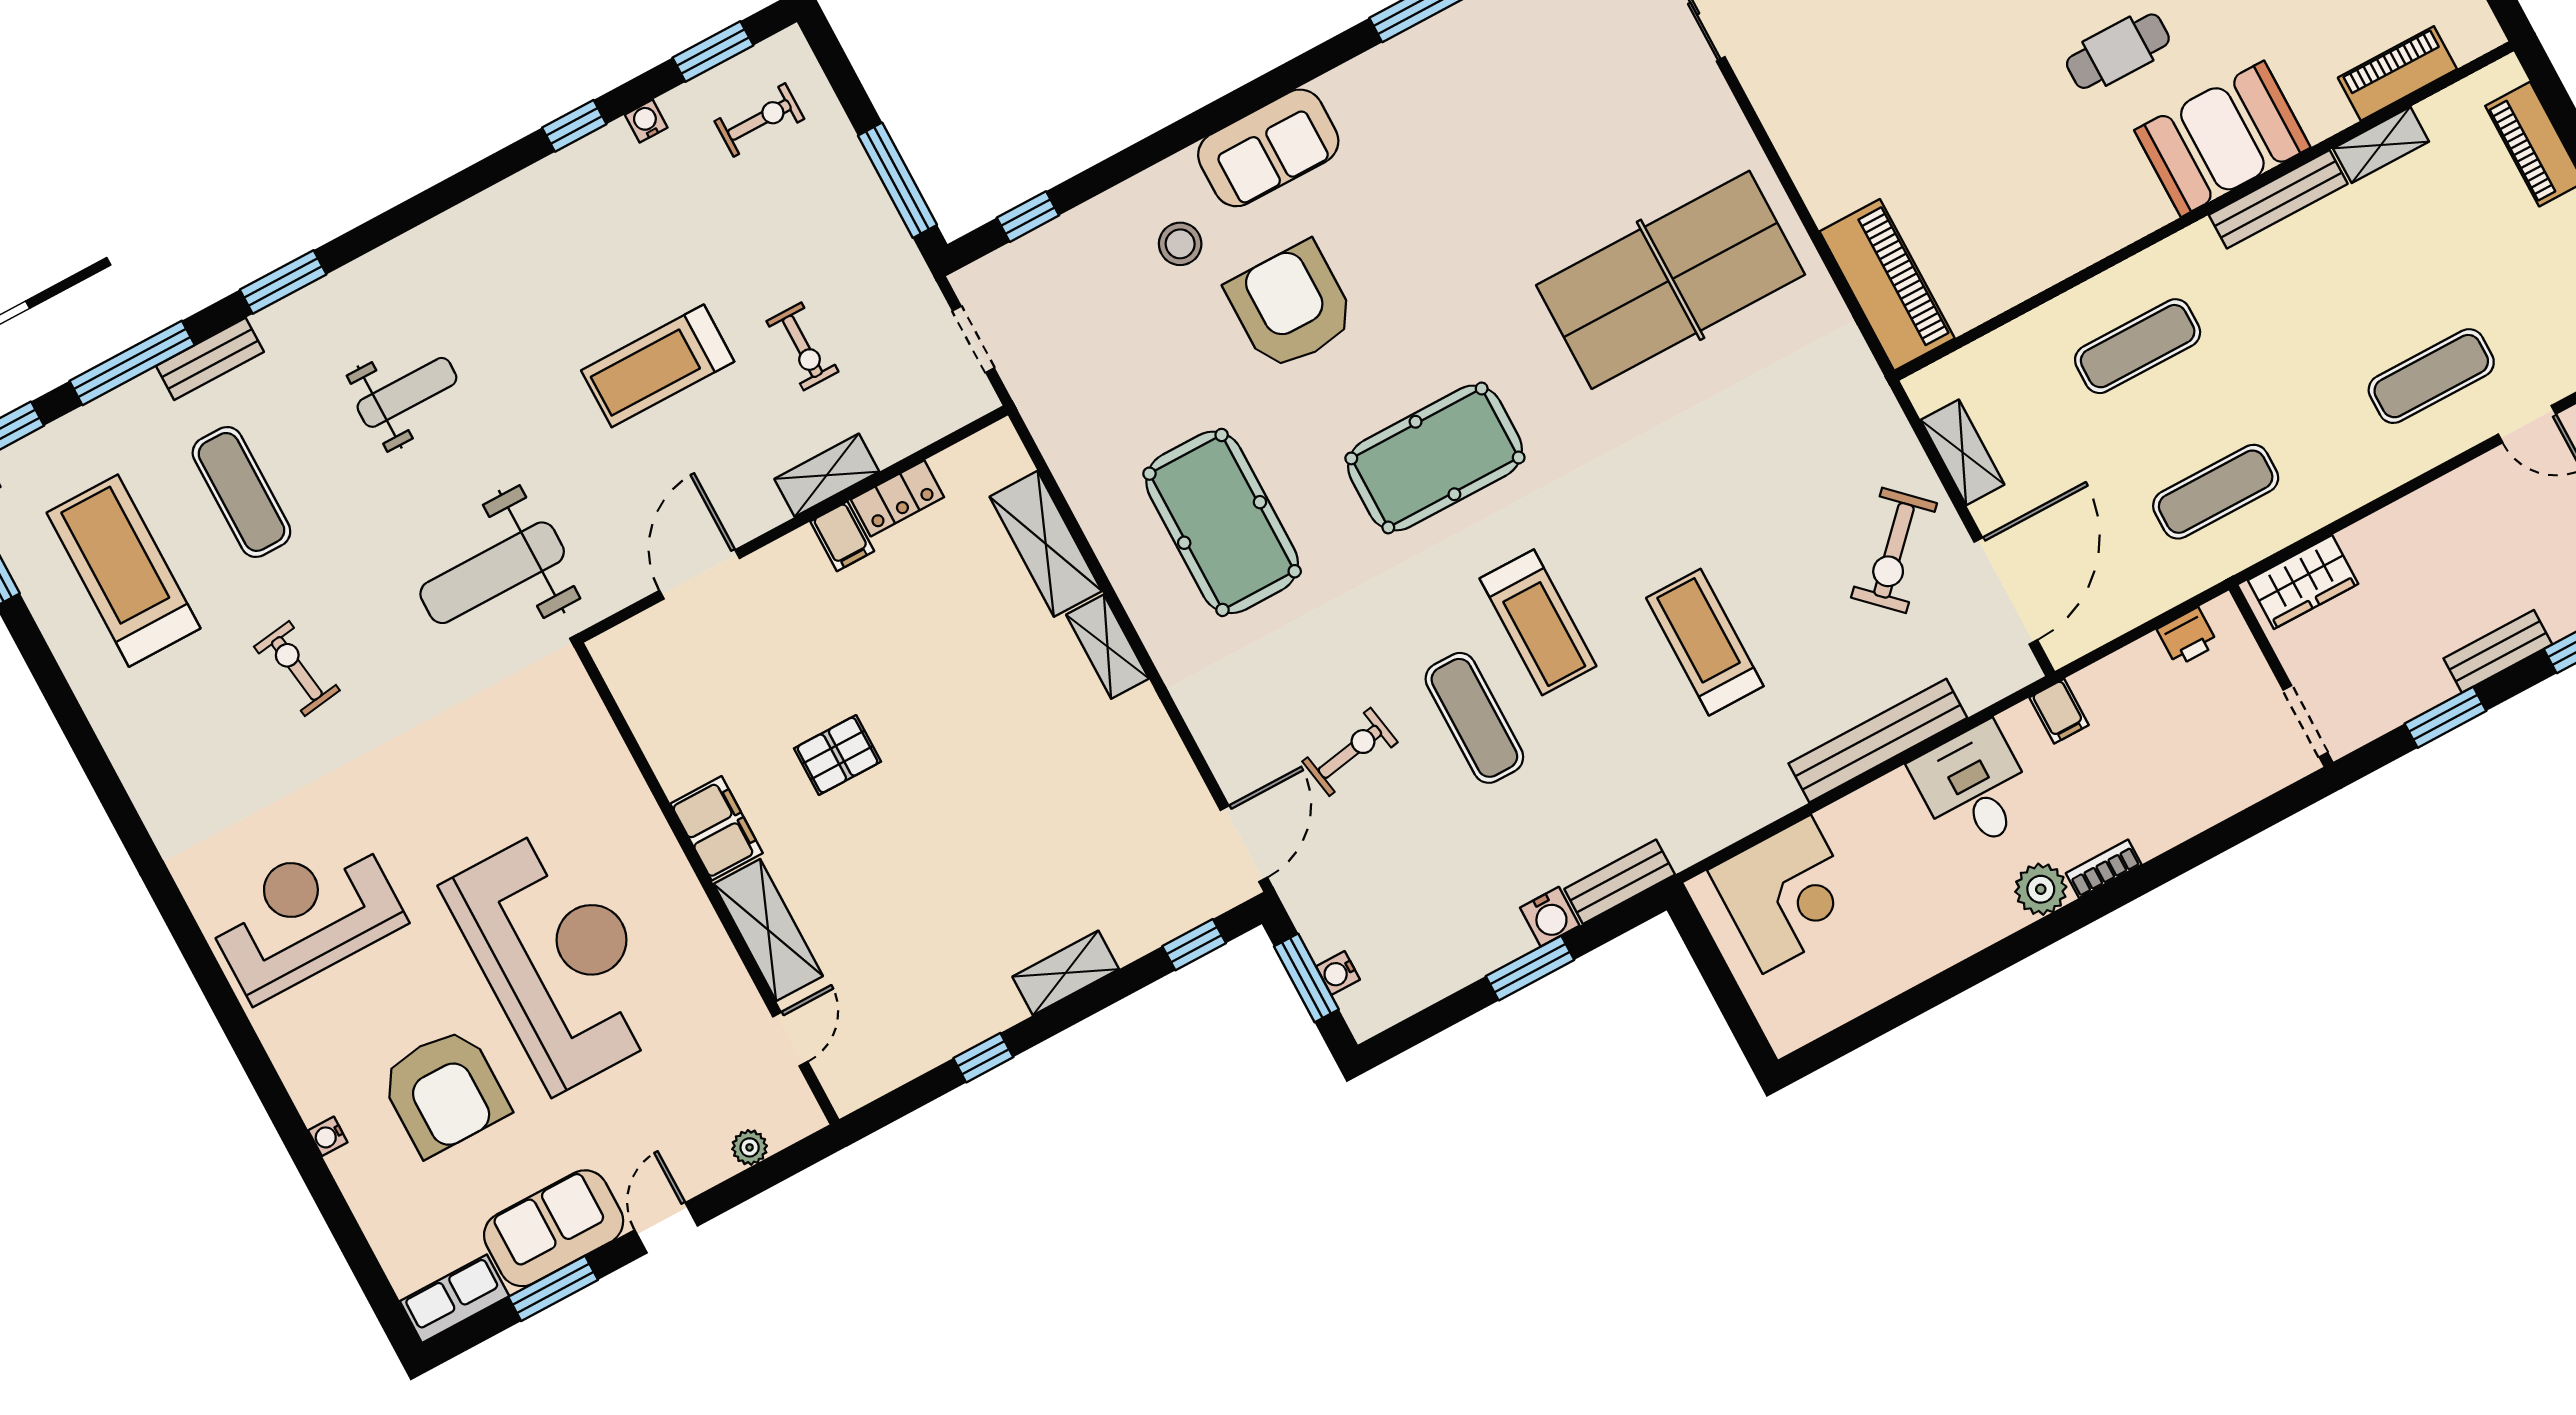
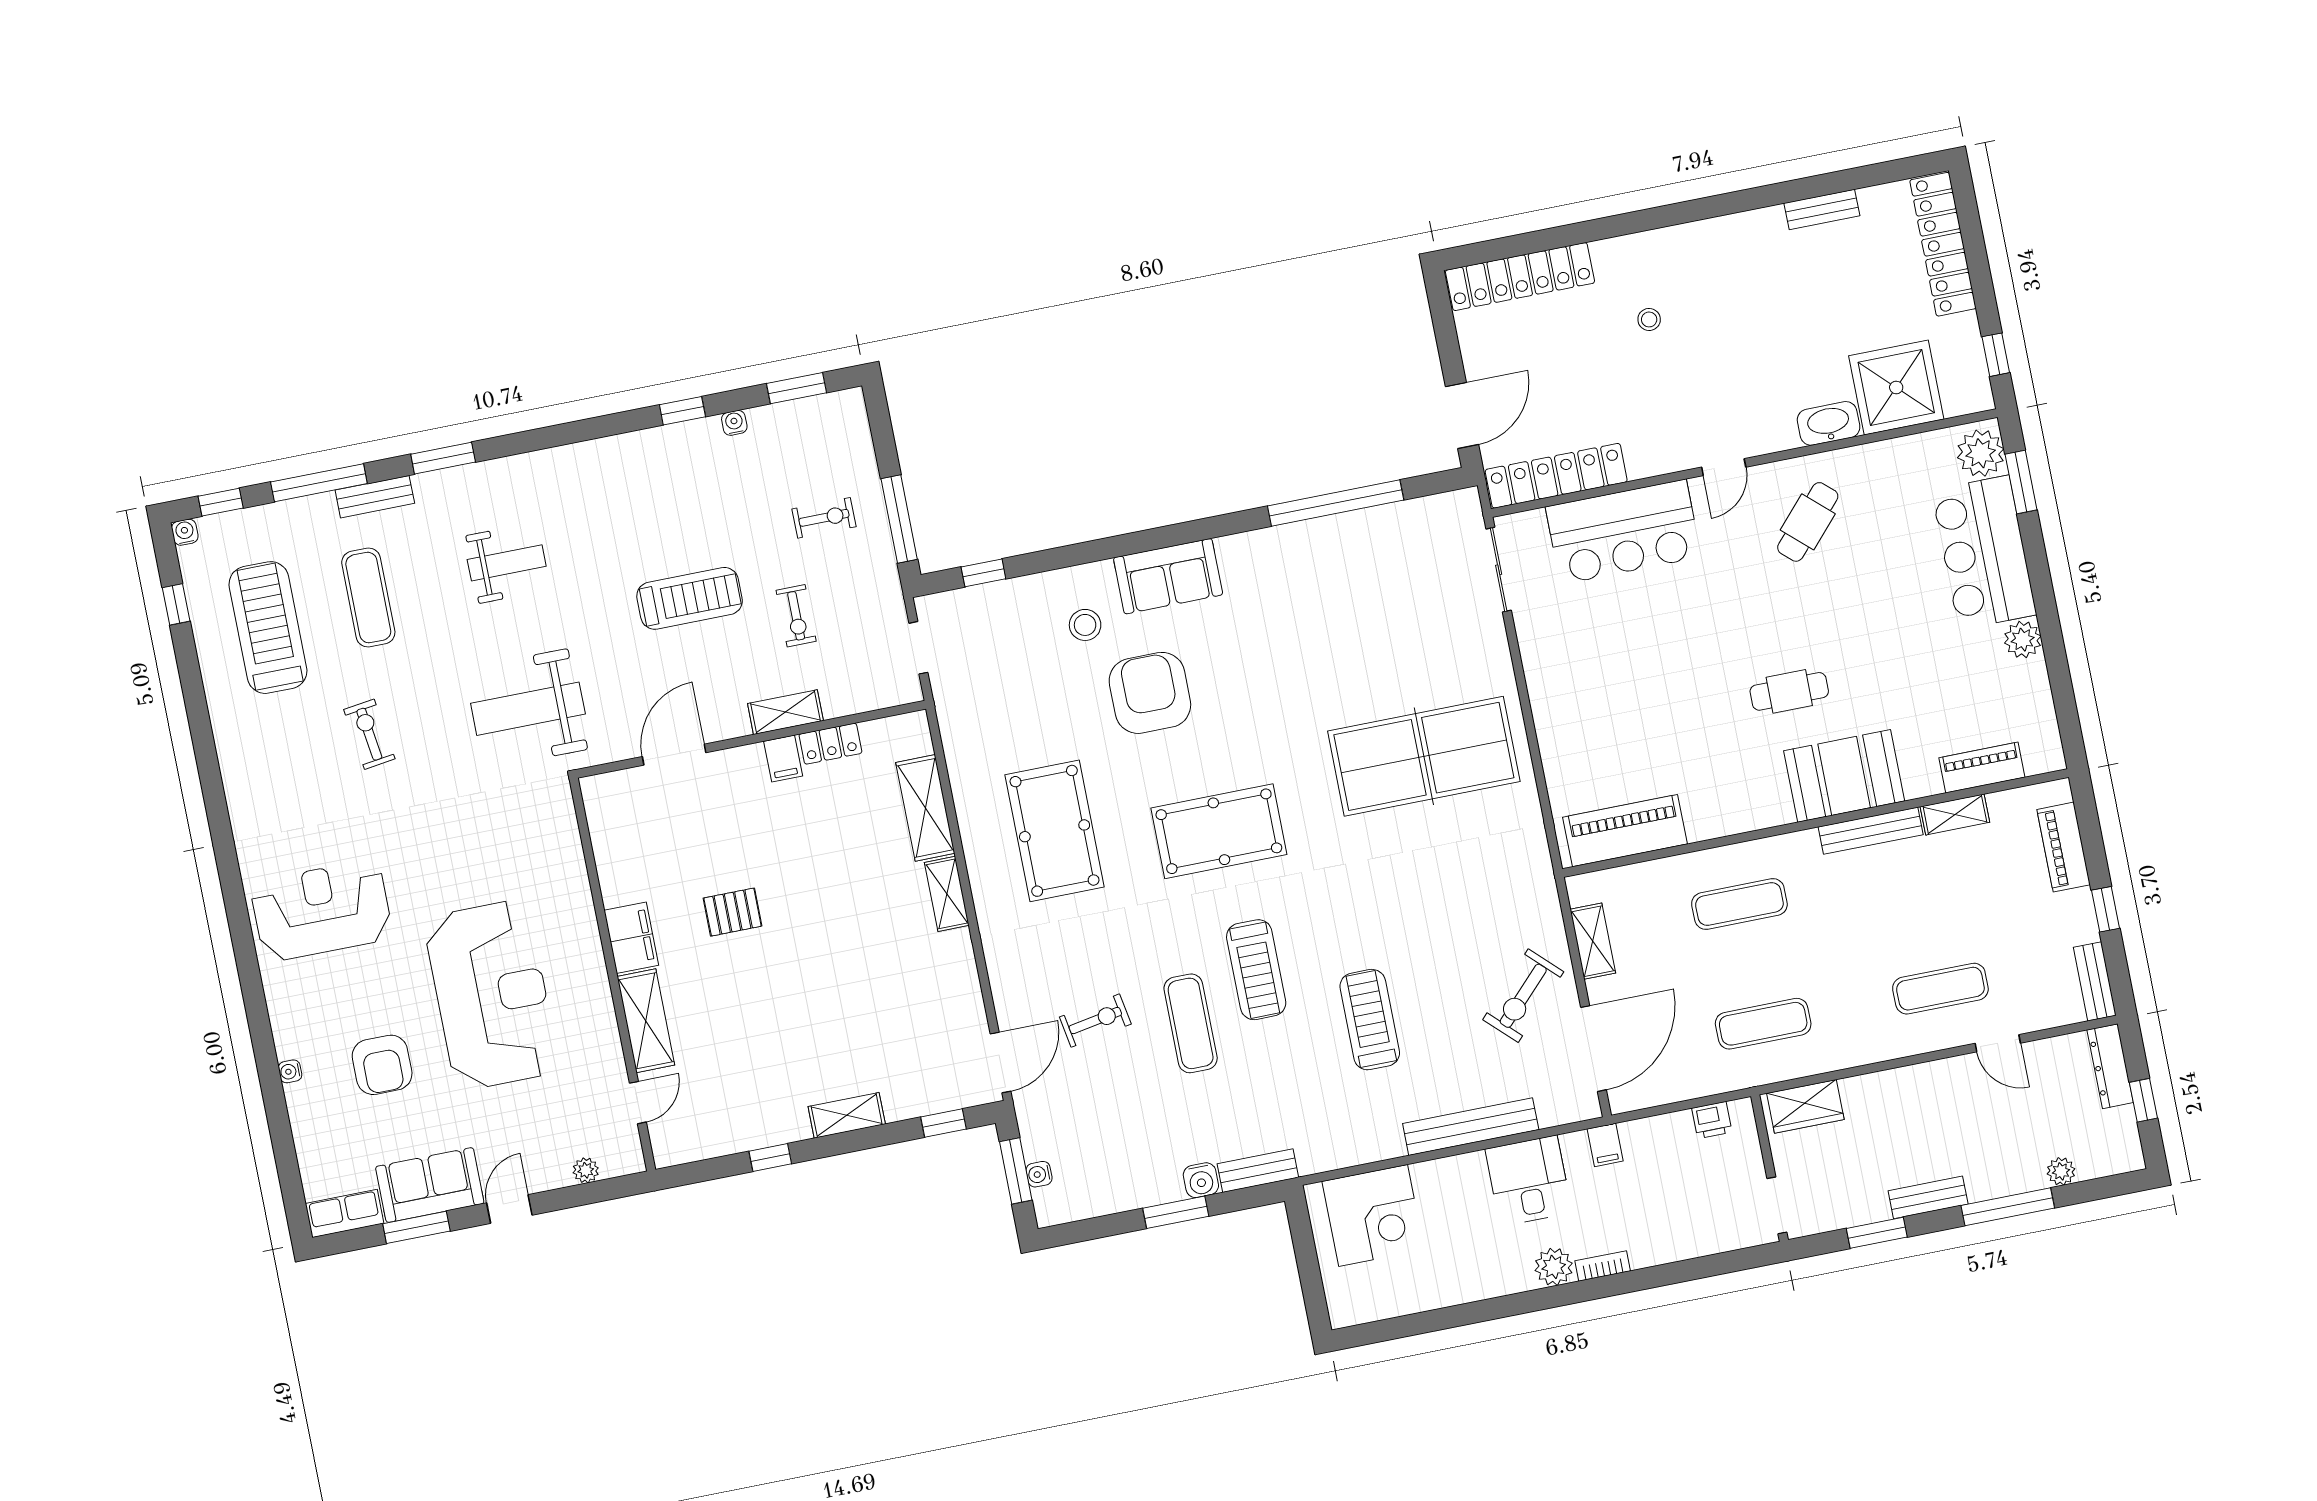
exercise bike: (759, 120) -> (824, 518), moved
piano: (1887, 285) -> (1625, 831), moved, turned -90
treadmill: (658, 366) -> (690, 598), turned 180
armchair: (444, 1091) -> (382, 1065), width x0.73, depth x0.73

